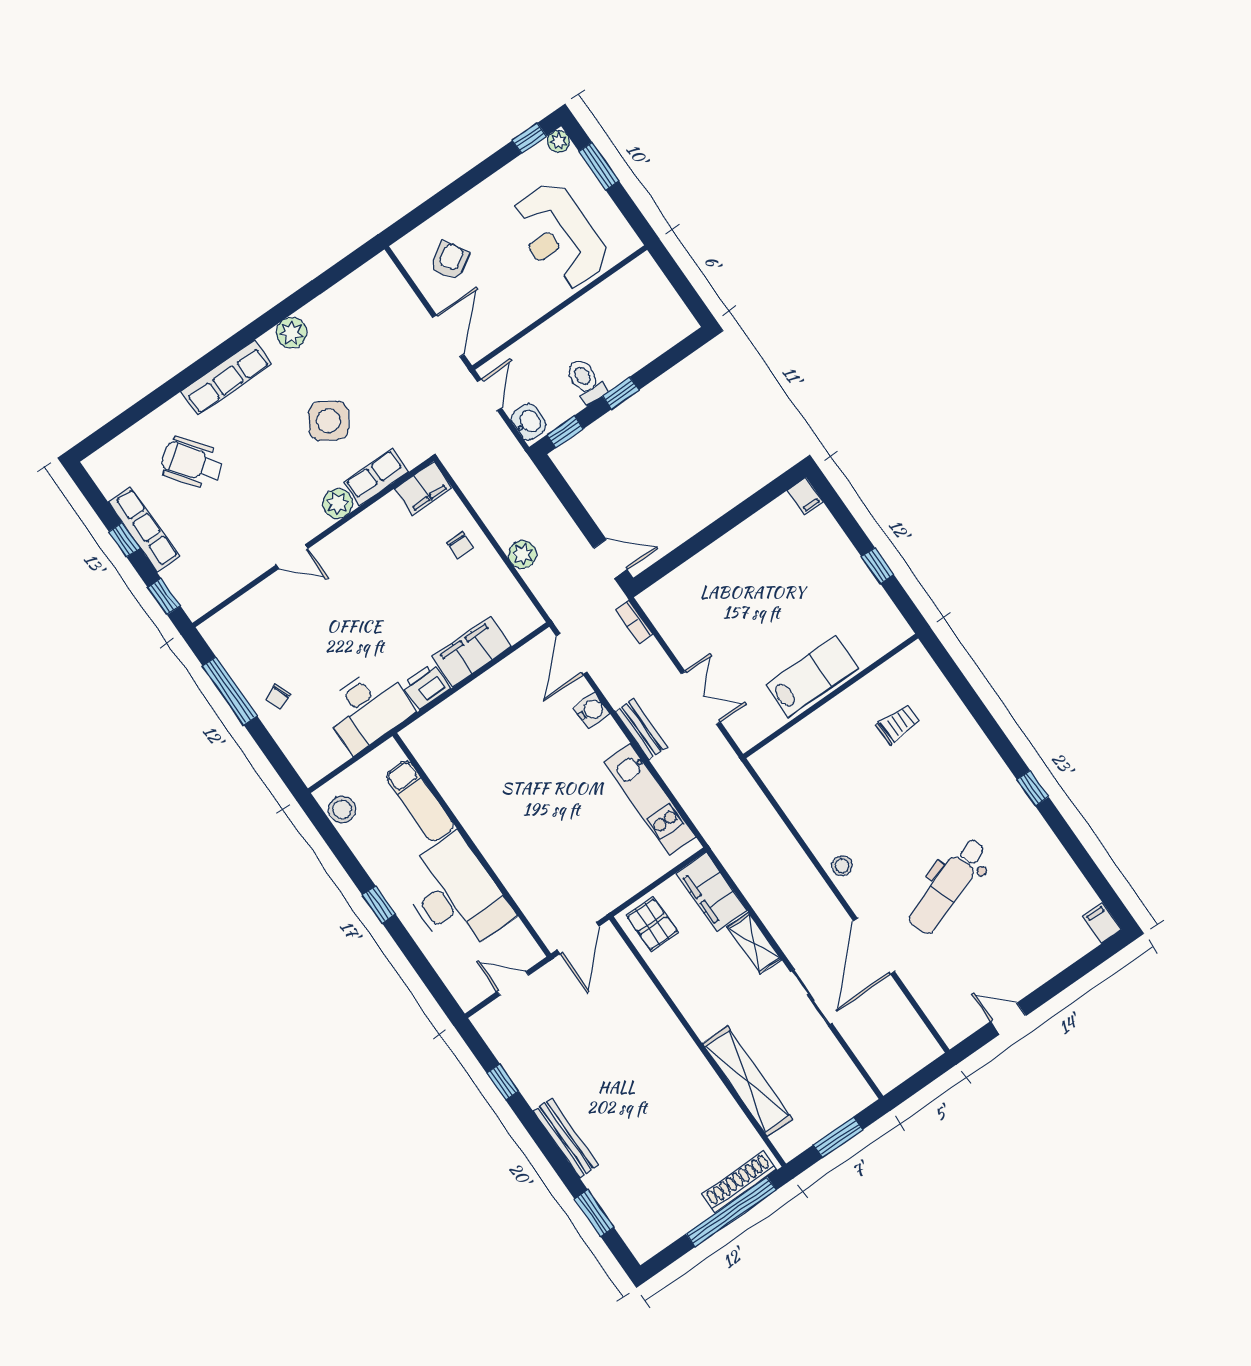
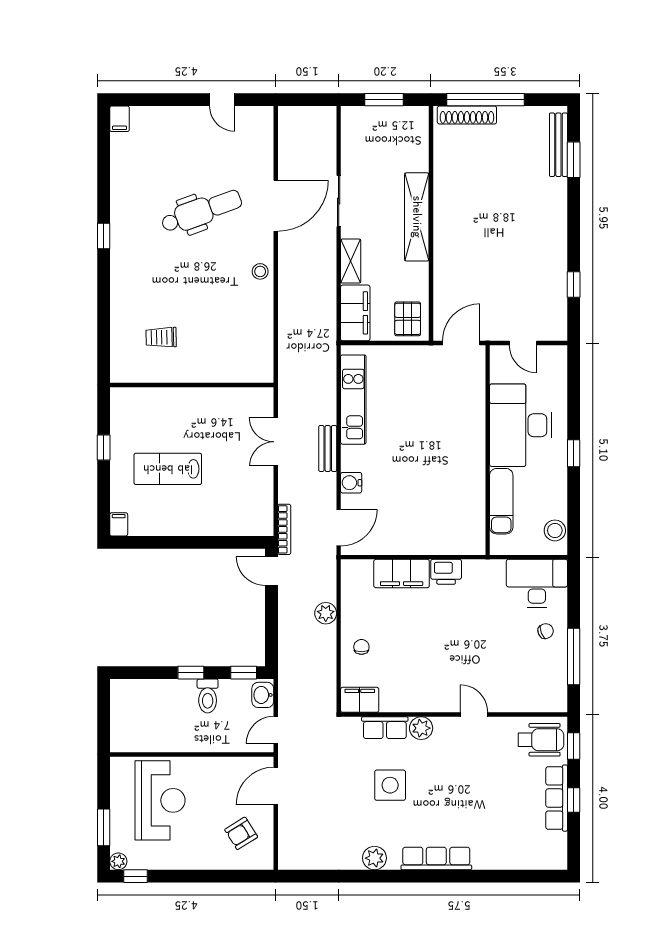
side table: (328, 421) -> (390, 785), turned -33
wheelchair: (192, 463) -> (541, 740), moved, turned -53
bookcase: (634, 622) -> (284, 529), width x1.56
lab bench: (812, 676) -> (168, 469), moved
desk: (368, 709) -> (537, 583), moved
shelving: (747, 1081) -> (417, 217), moved
bench: (566, 1138) -> (558, 145), moved

